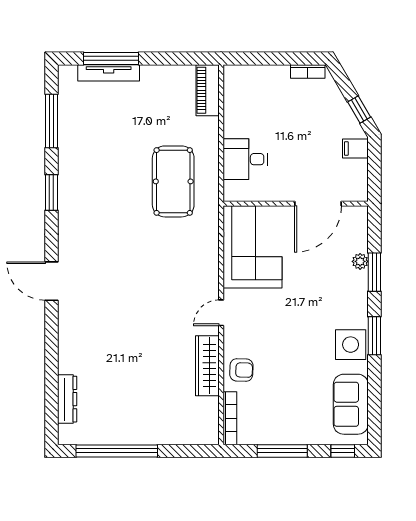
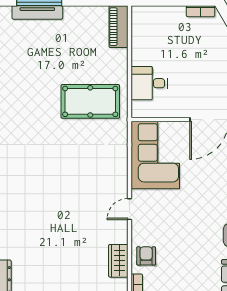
pool table: (173, 181) -> (90, 101), turned 90
wardrobe: (207, 366) -> (118, 261), width x0.67
armchair: (241, 370) -> (146, 256), turned -92

